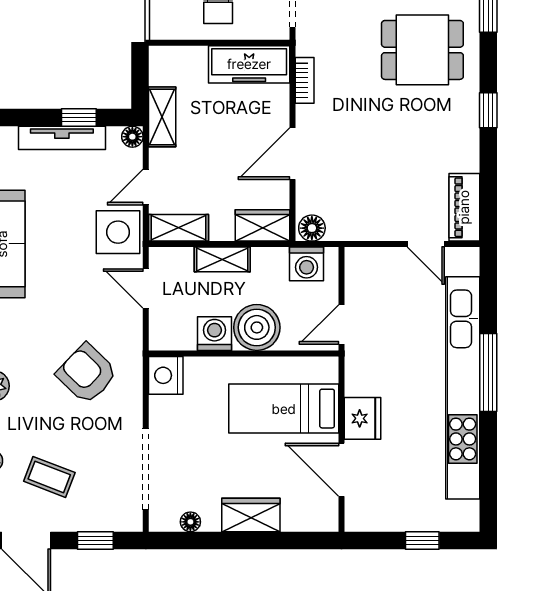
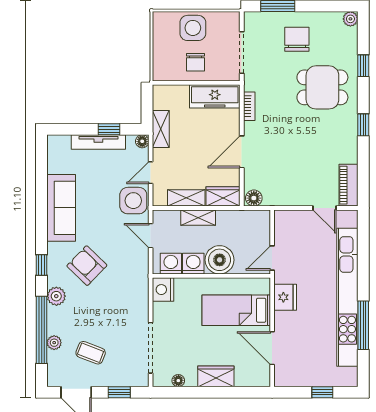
shelving: (179, 228) -> (186, 198), moved
washing machine: (307, 264) -> (171, 264), moved, turned 180
window: (488, 373) -> (363, 325), moved
armchair: (87, 374) -> (87, 266), moved
fridge: (362, 418) -> (285, 297), moved

